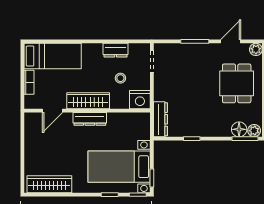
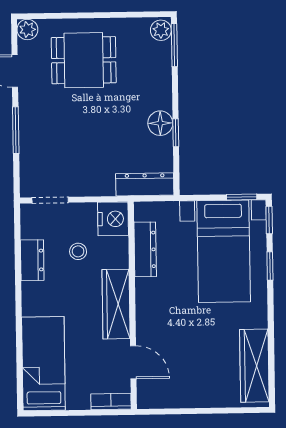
bookcase: (29, 82) -> (111, 401), moved
dresser: (90, 119) -> (145, 249), moved
floor lamp: (239, 129) -> (160, 123), moved

